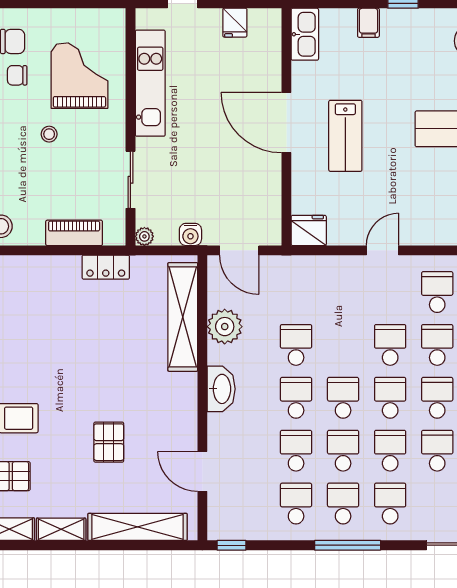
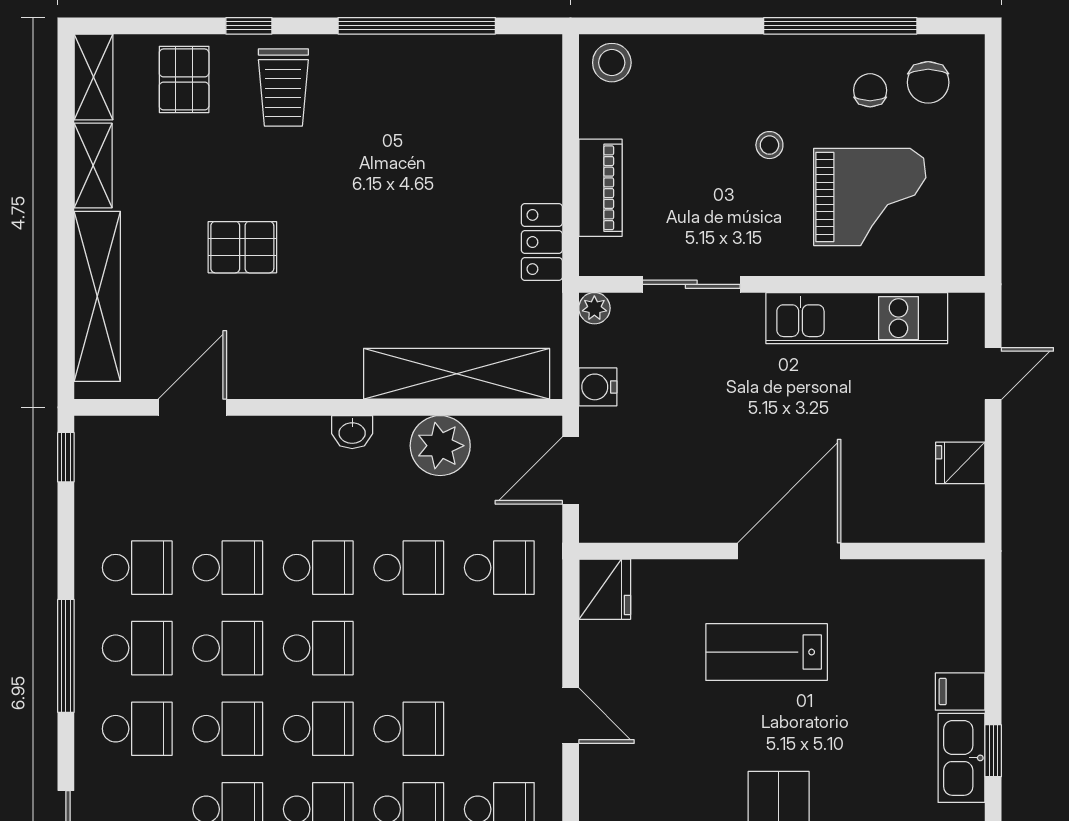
kitchen sink: (305, 34) -> (961, 758), moved, turned 90
school desk: (296, 292) -> (499, 568), added
washbasin: (221, 389) -> (352, 432), width x0.52, depth x0.69

